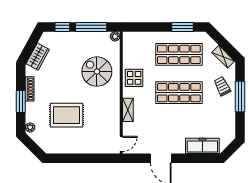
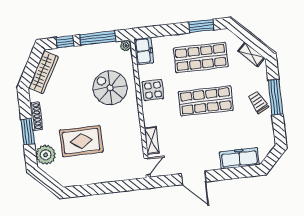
freezer: (130, 43) -> (144, 51), added
wardrobe: (38, 57) -> (43, 72), width x1.50
trolley: (222, 86) -> (258, 102), moved
shelving: (128, 110) -> (152, 140), moved
plant: (30, 127) -> (46, 155), width x1.88, depth x1.88

